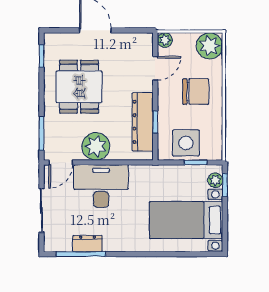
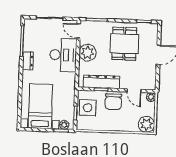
dining table: (79, 87) -> (124, 44), turned 90
chair: (196, 92) -> (113, 102), moved
dresser: (87, 244) -> (28, 61), moved

